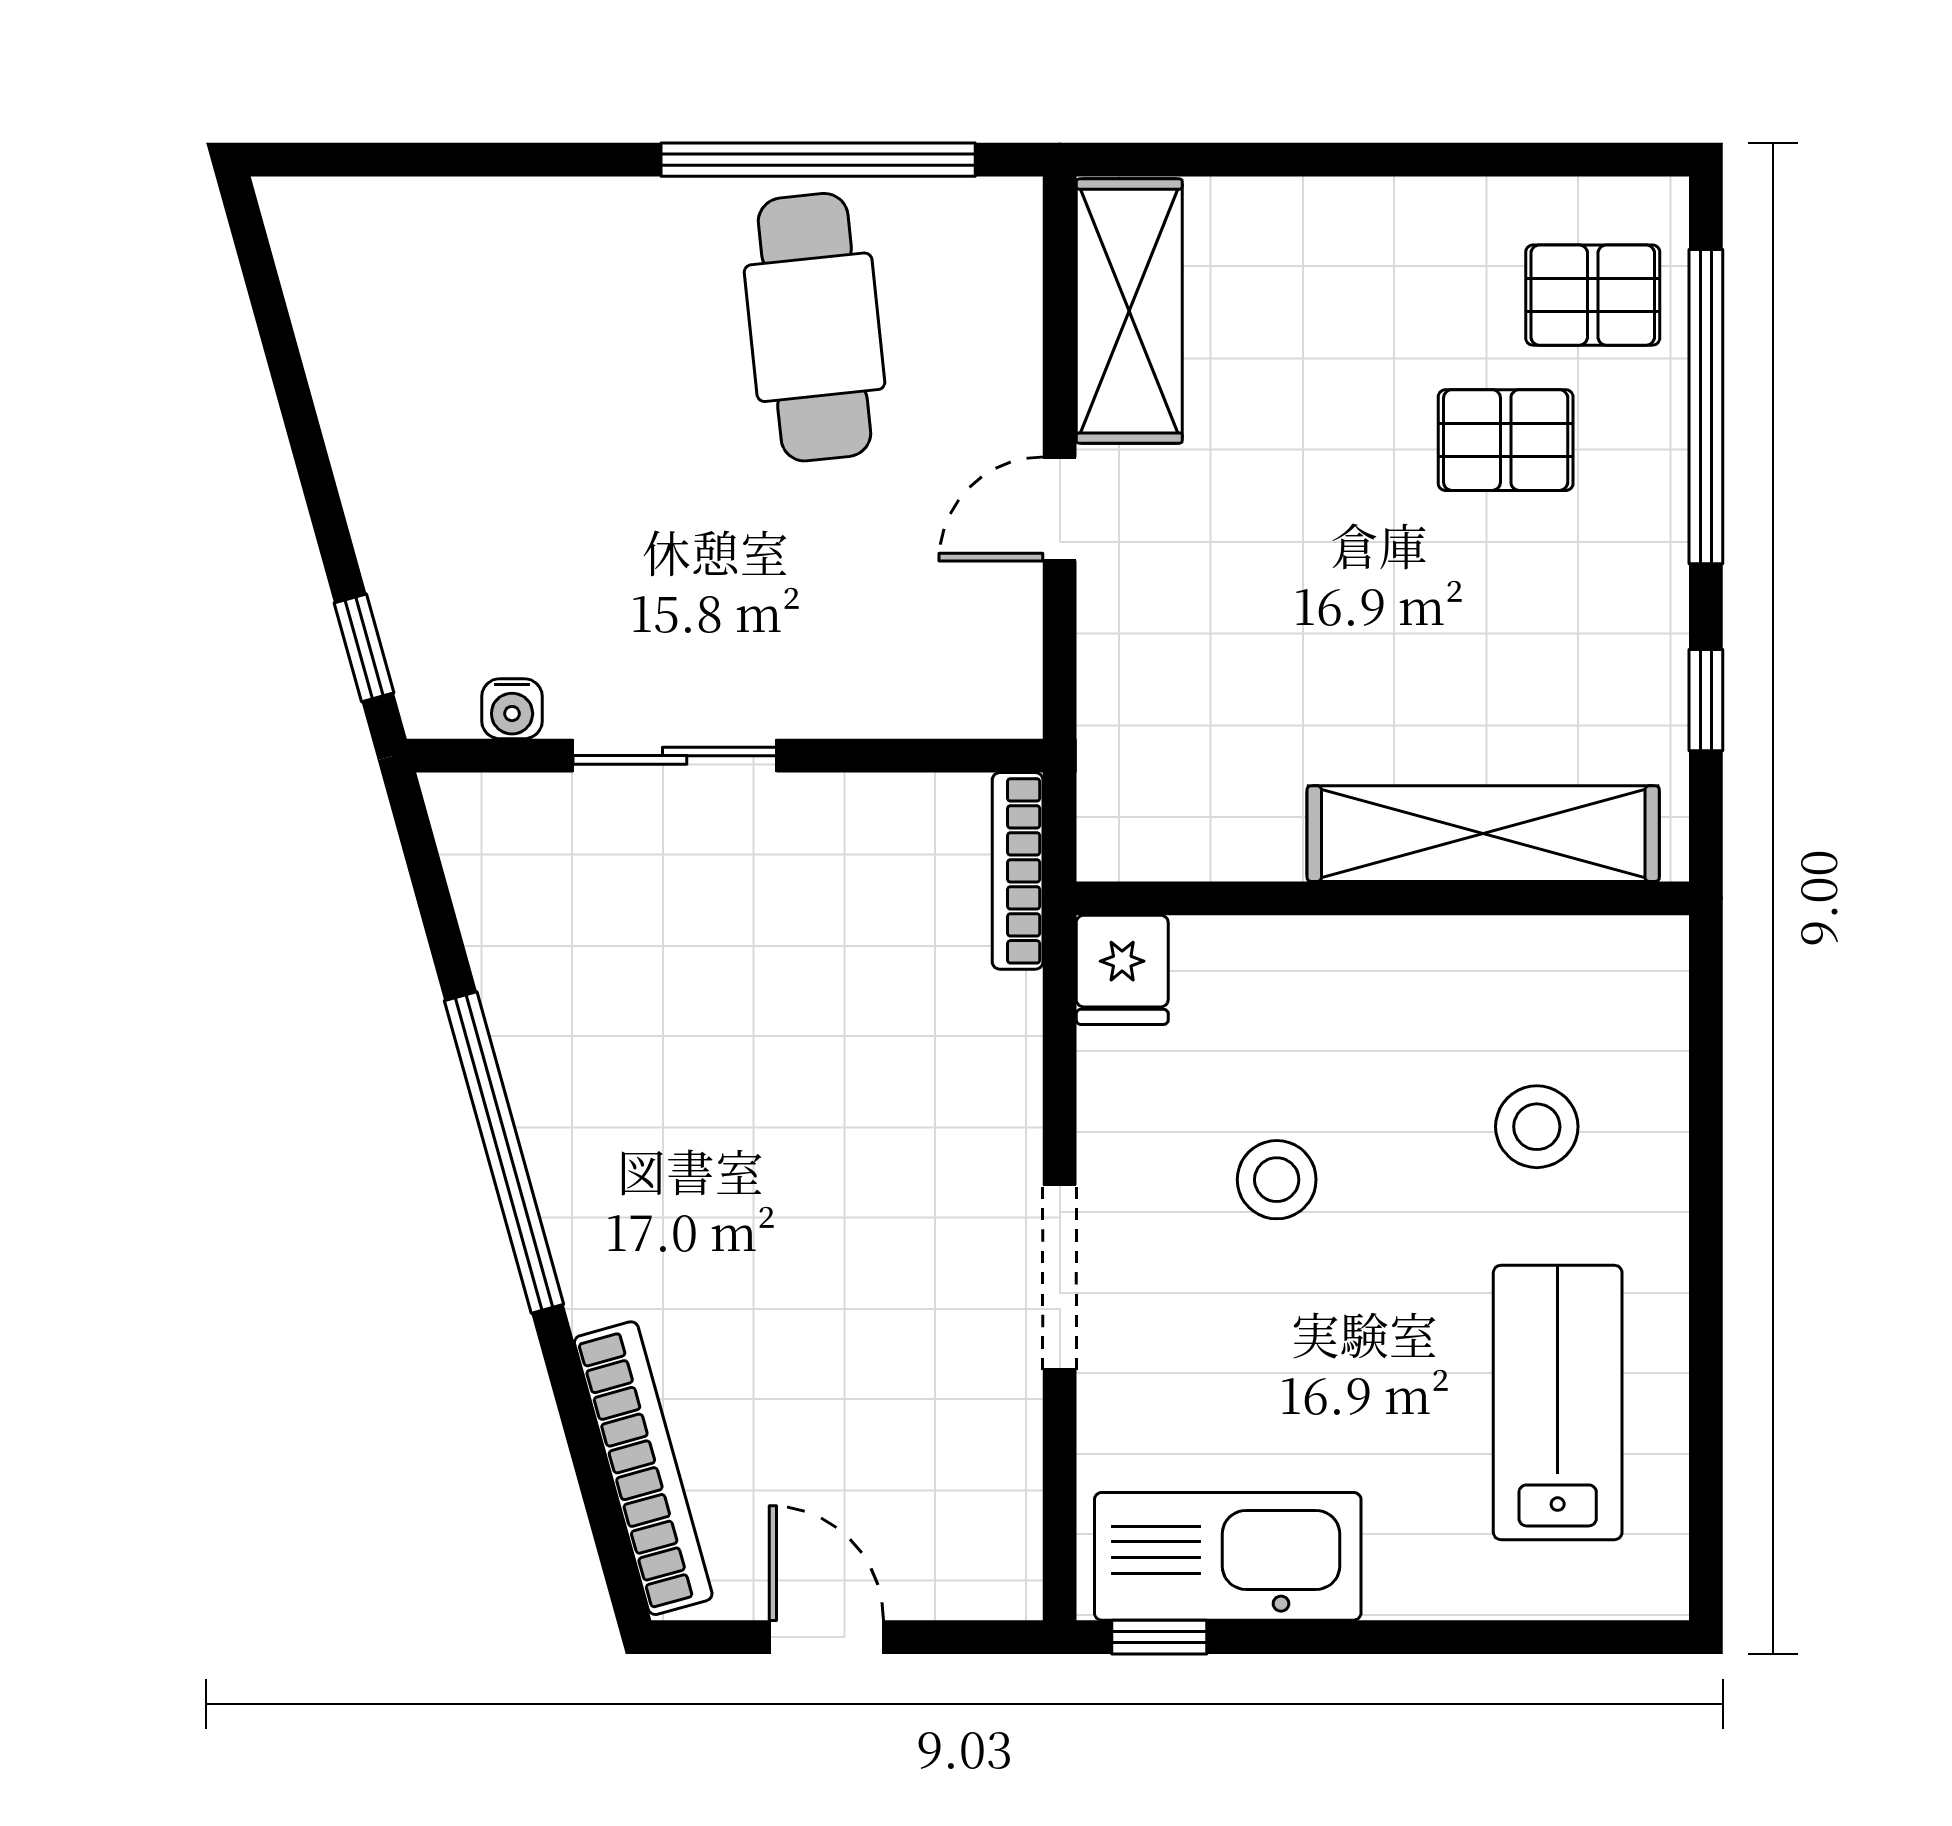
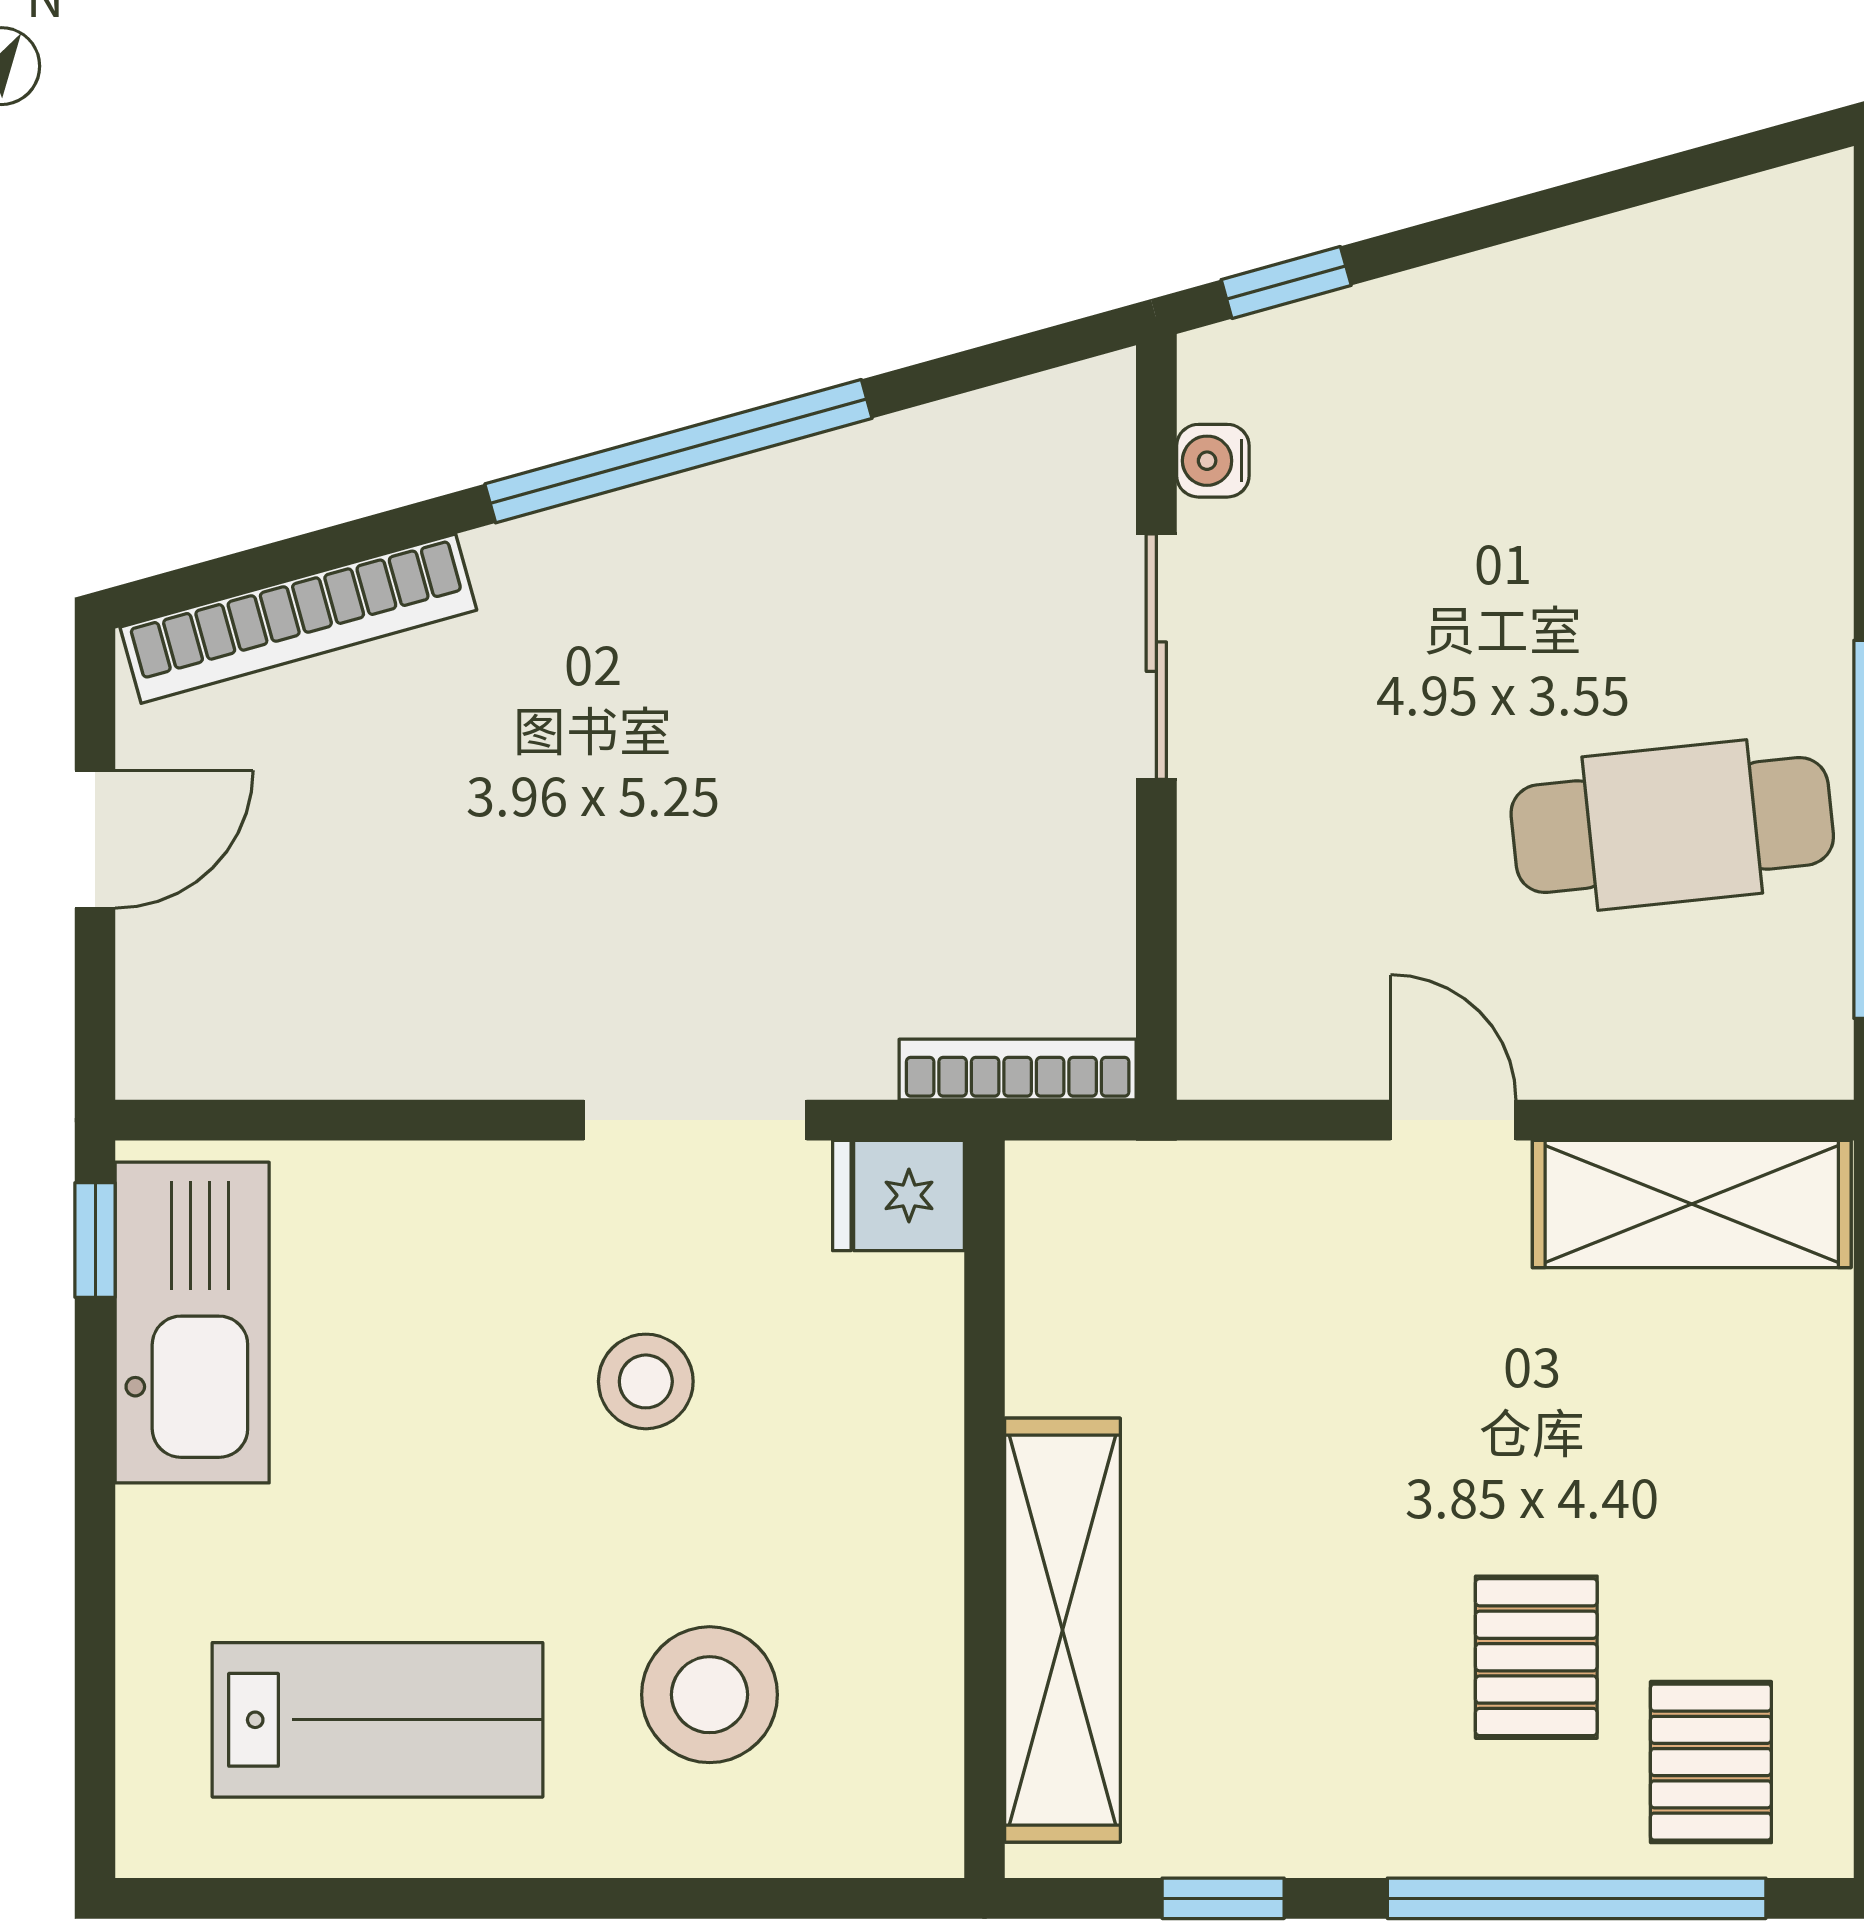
stool: (1537, 1127) -> (710, 1695), width x1.38, depth x1.38
doorway: (1060, 1277) -> (695, 1120), moved

